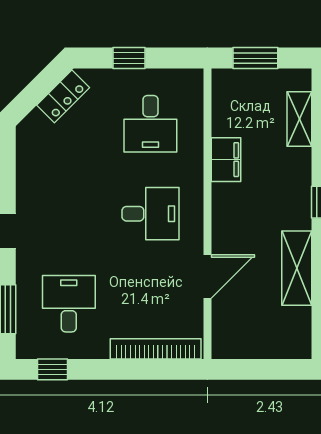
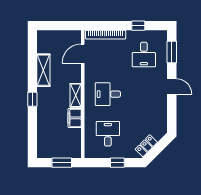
shelving: (299, 119) -> (76, 95), moved
door: (207, 277) -> (83, 54), moved
window: (53, 369) -> (138, 26), moved

